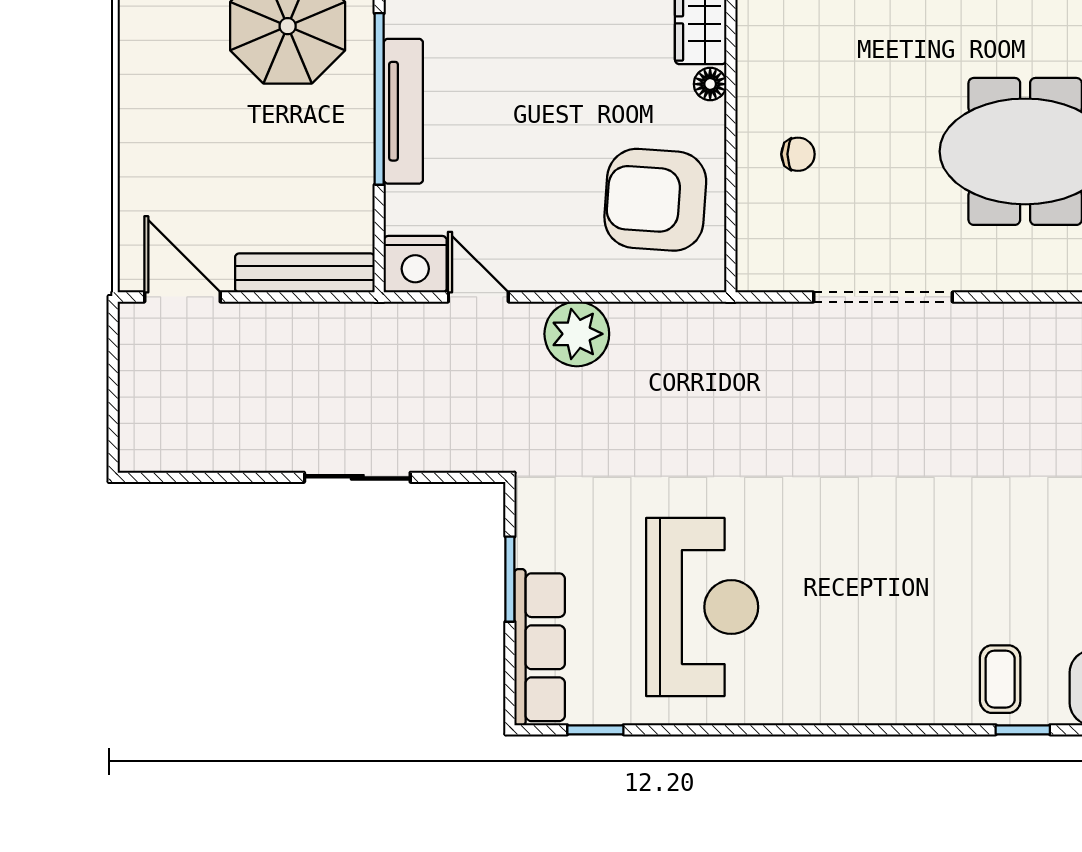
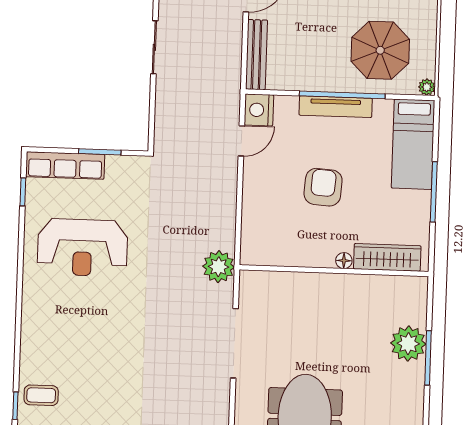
chair: (798, 154) -> (307, 303), removed
armchair: (655, 200) -> (323, 187), moved, width x0.73, depth x0.73
plant: (577, 334) -> (219, 267), moved
sliding door: (357, 477) -> (154, 47), moved

